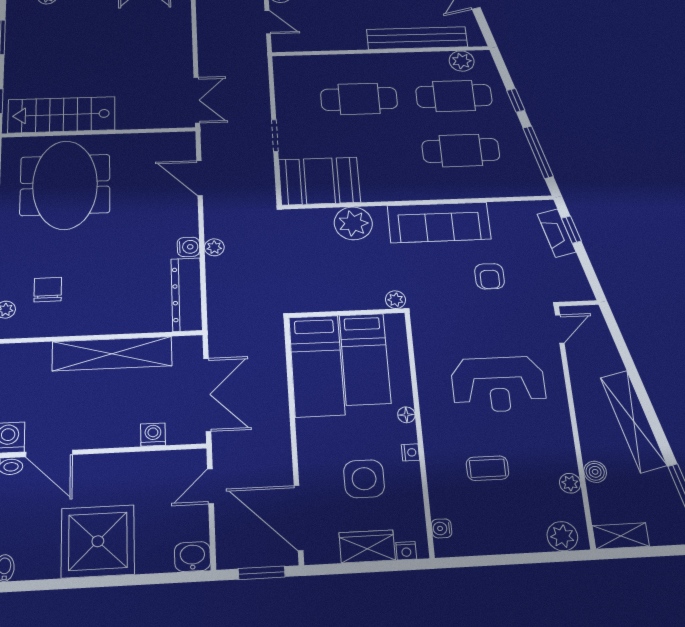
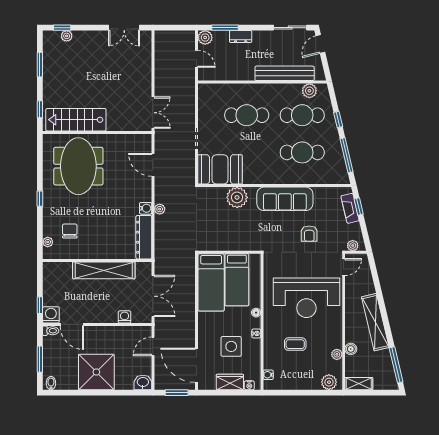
plant: (395, 300) -> (353, 246), moved
reception desk: (498, 384) -> (306, 298), width x1.36, depth x1.30

